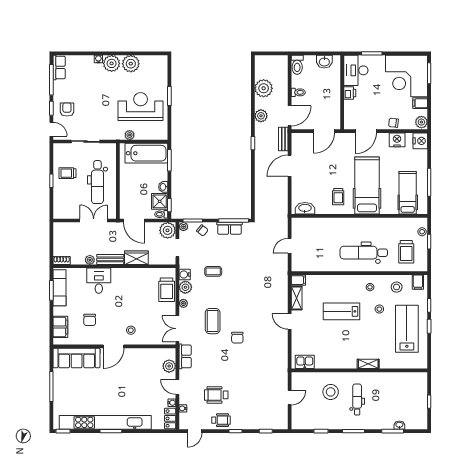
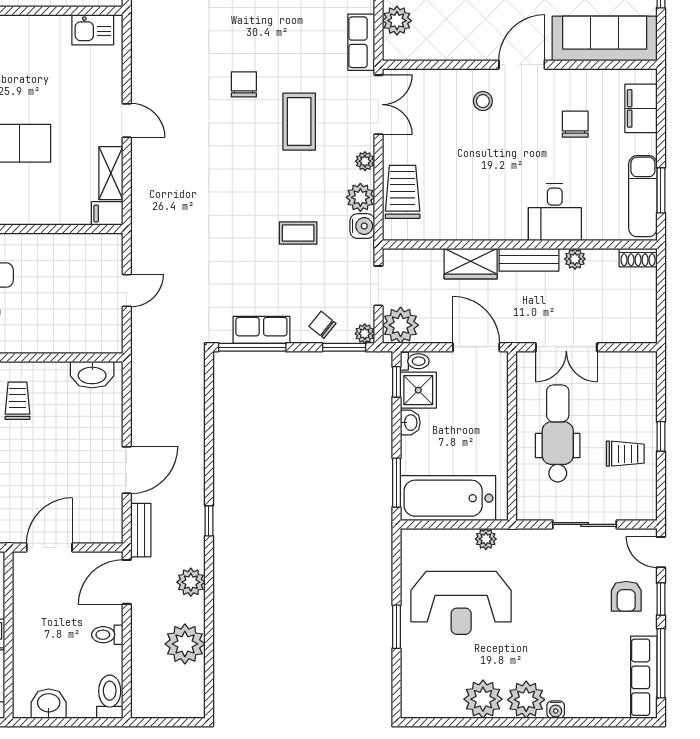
row of seats: (59, 67) -> (644, 677), width x1.48

